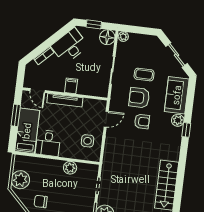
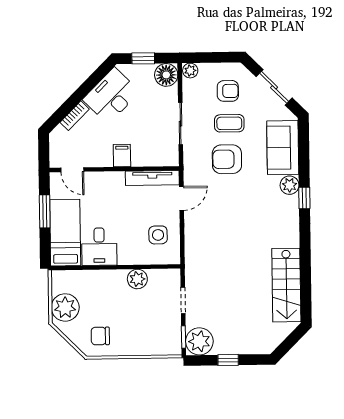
tv unit: (65, 100) -> (152, 178), moved
armchair: (142, 121) -> (228, 91), moved

